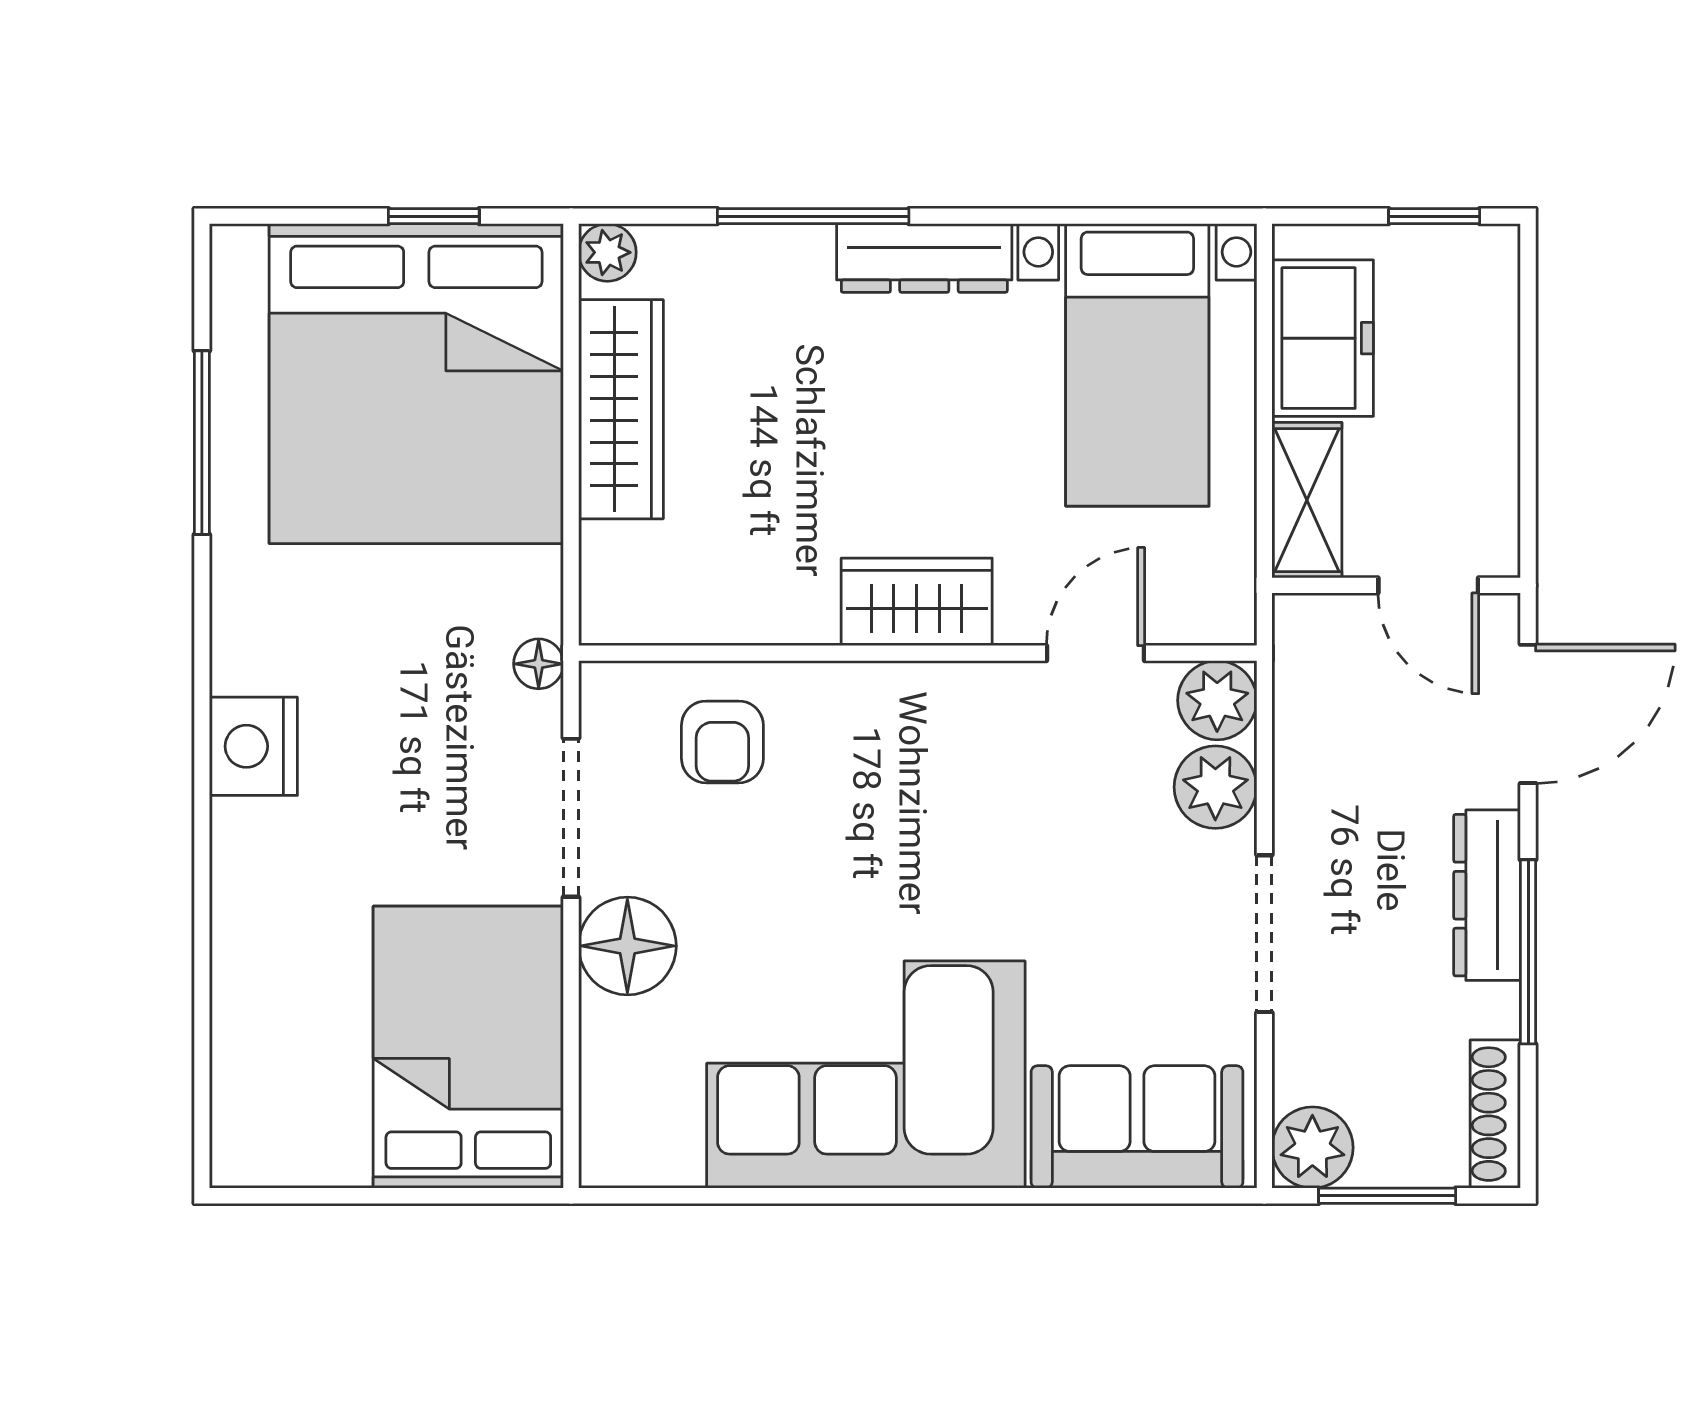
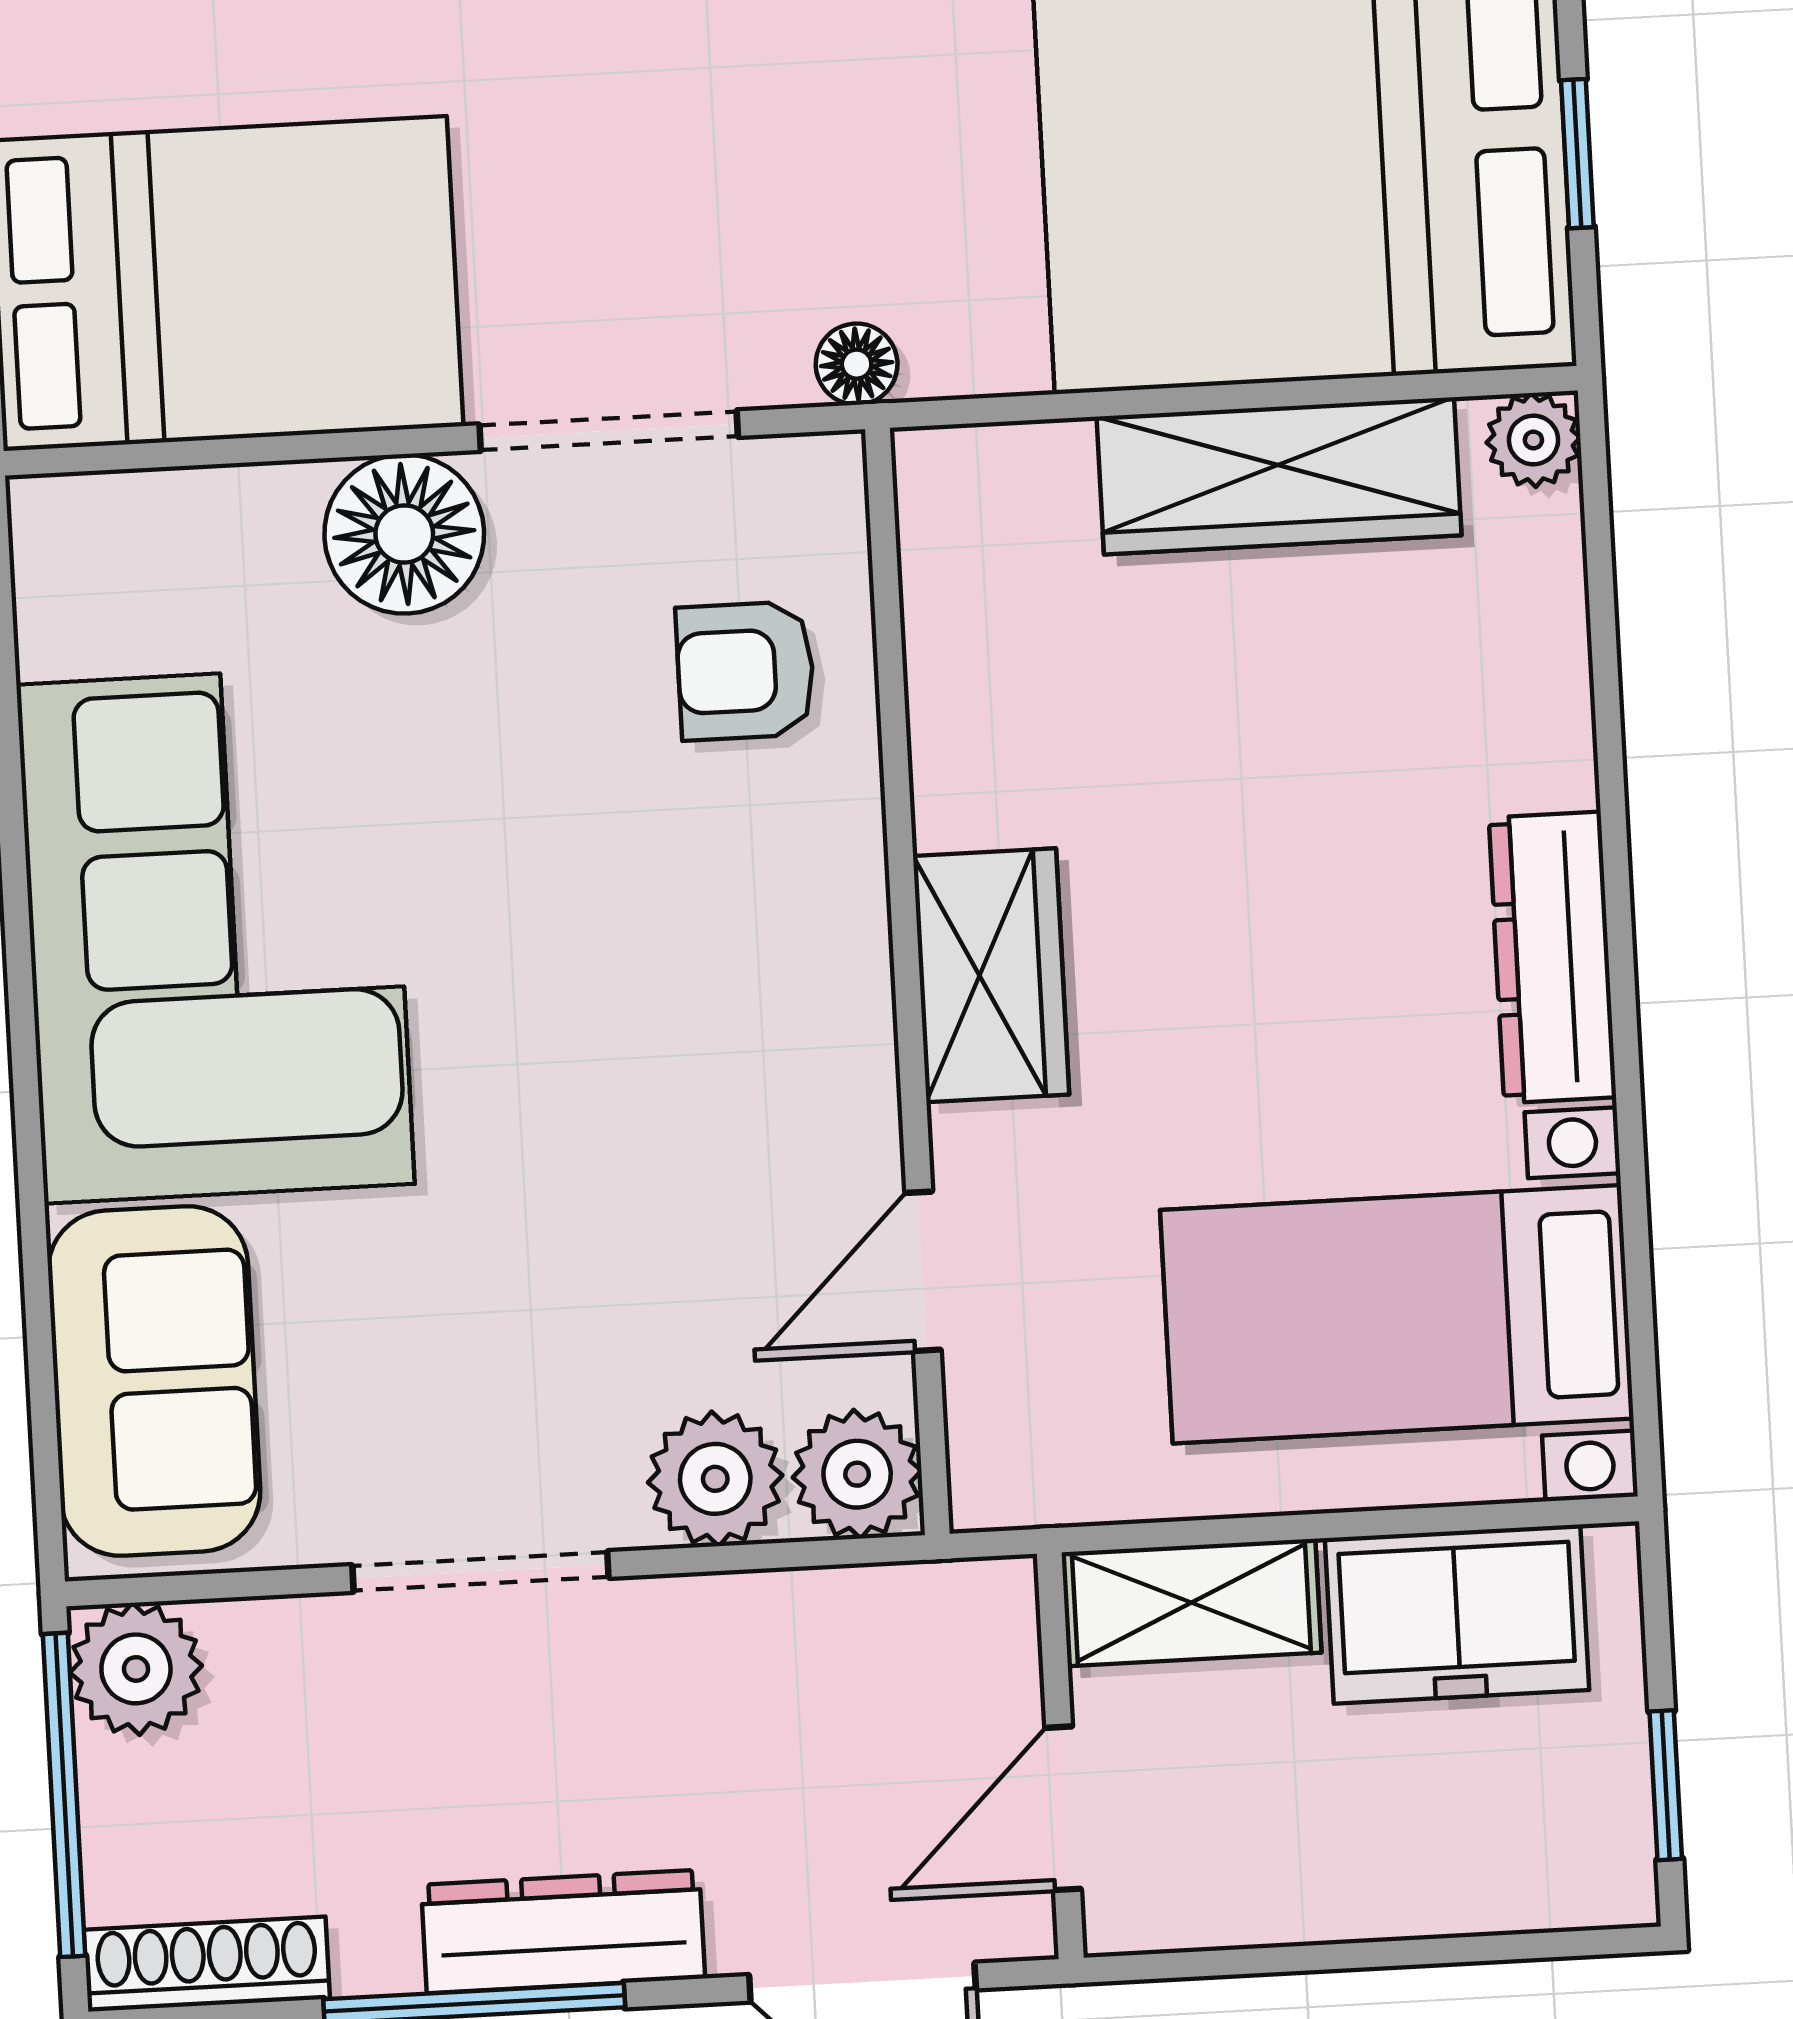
window: (813, 216) -> (1611, 772), removed
door: (1095, 653) -> (923, 1271), swing flipped
window: (1387, 1196) -> (64, 1795), width x1.44

